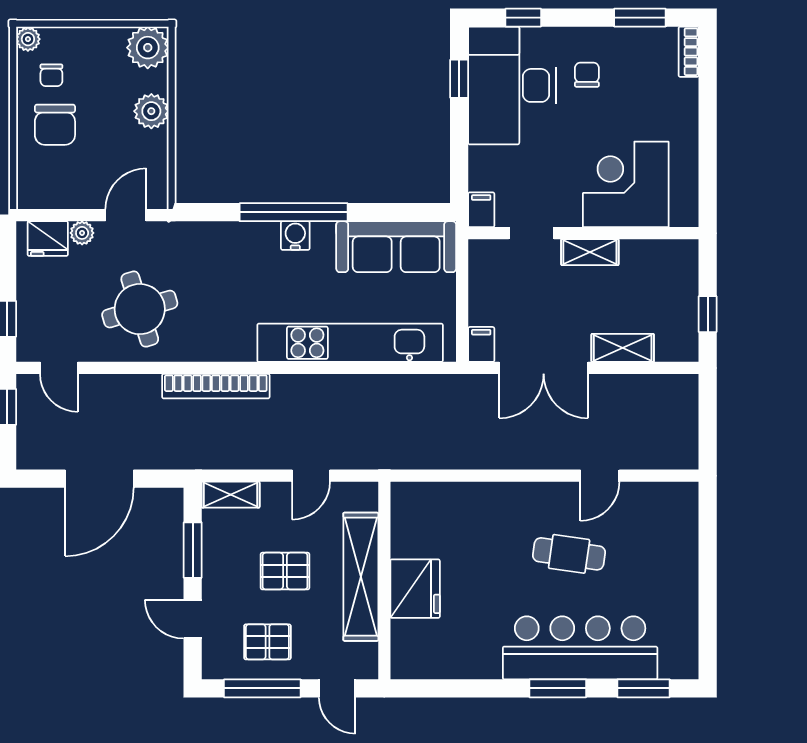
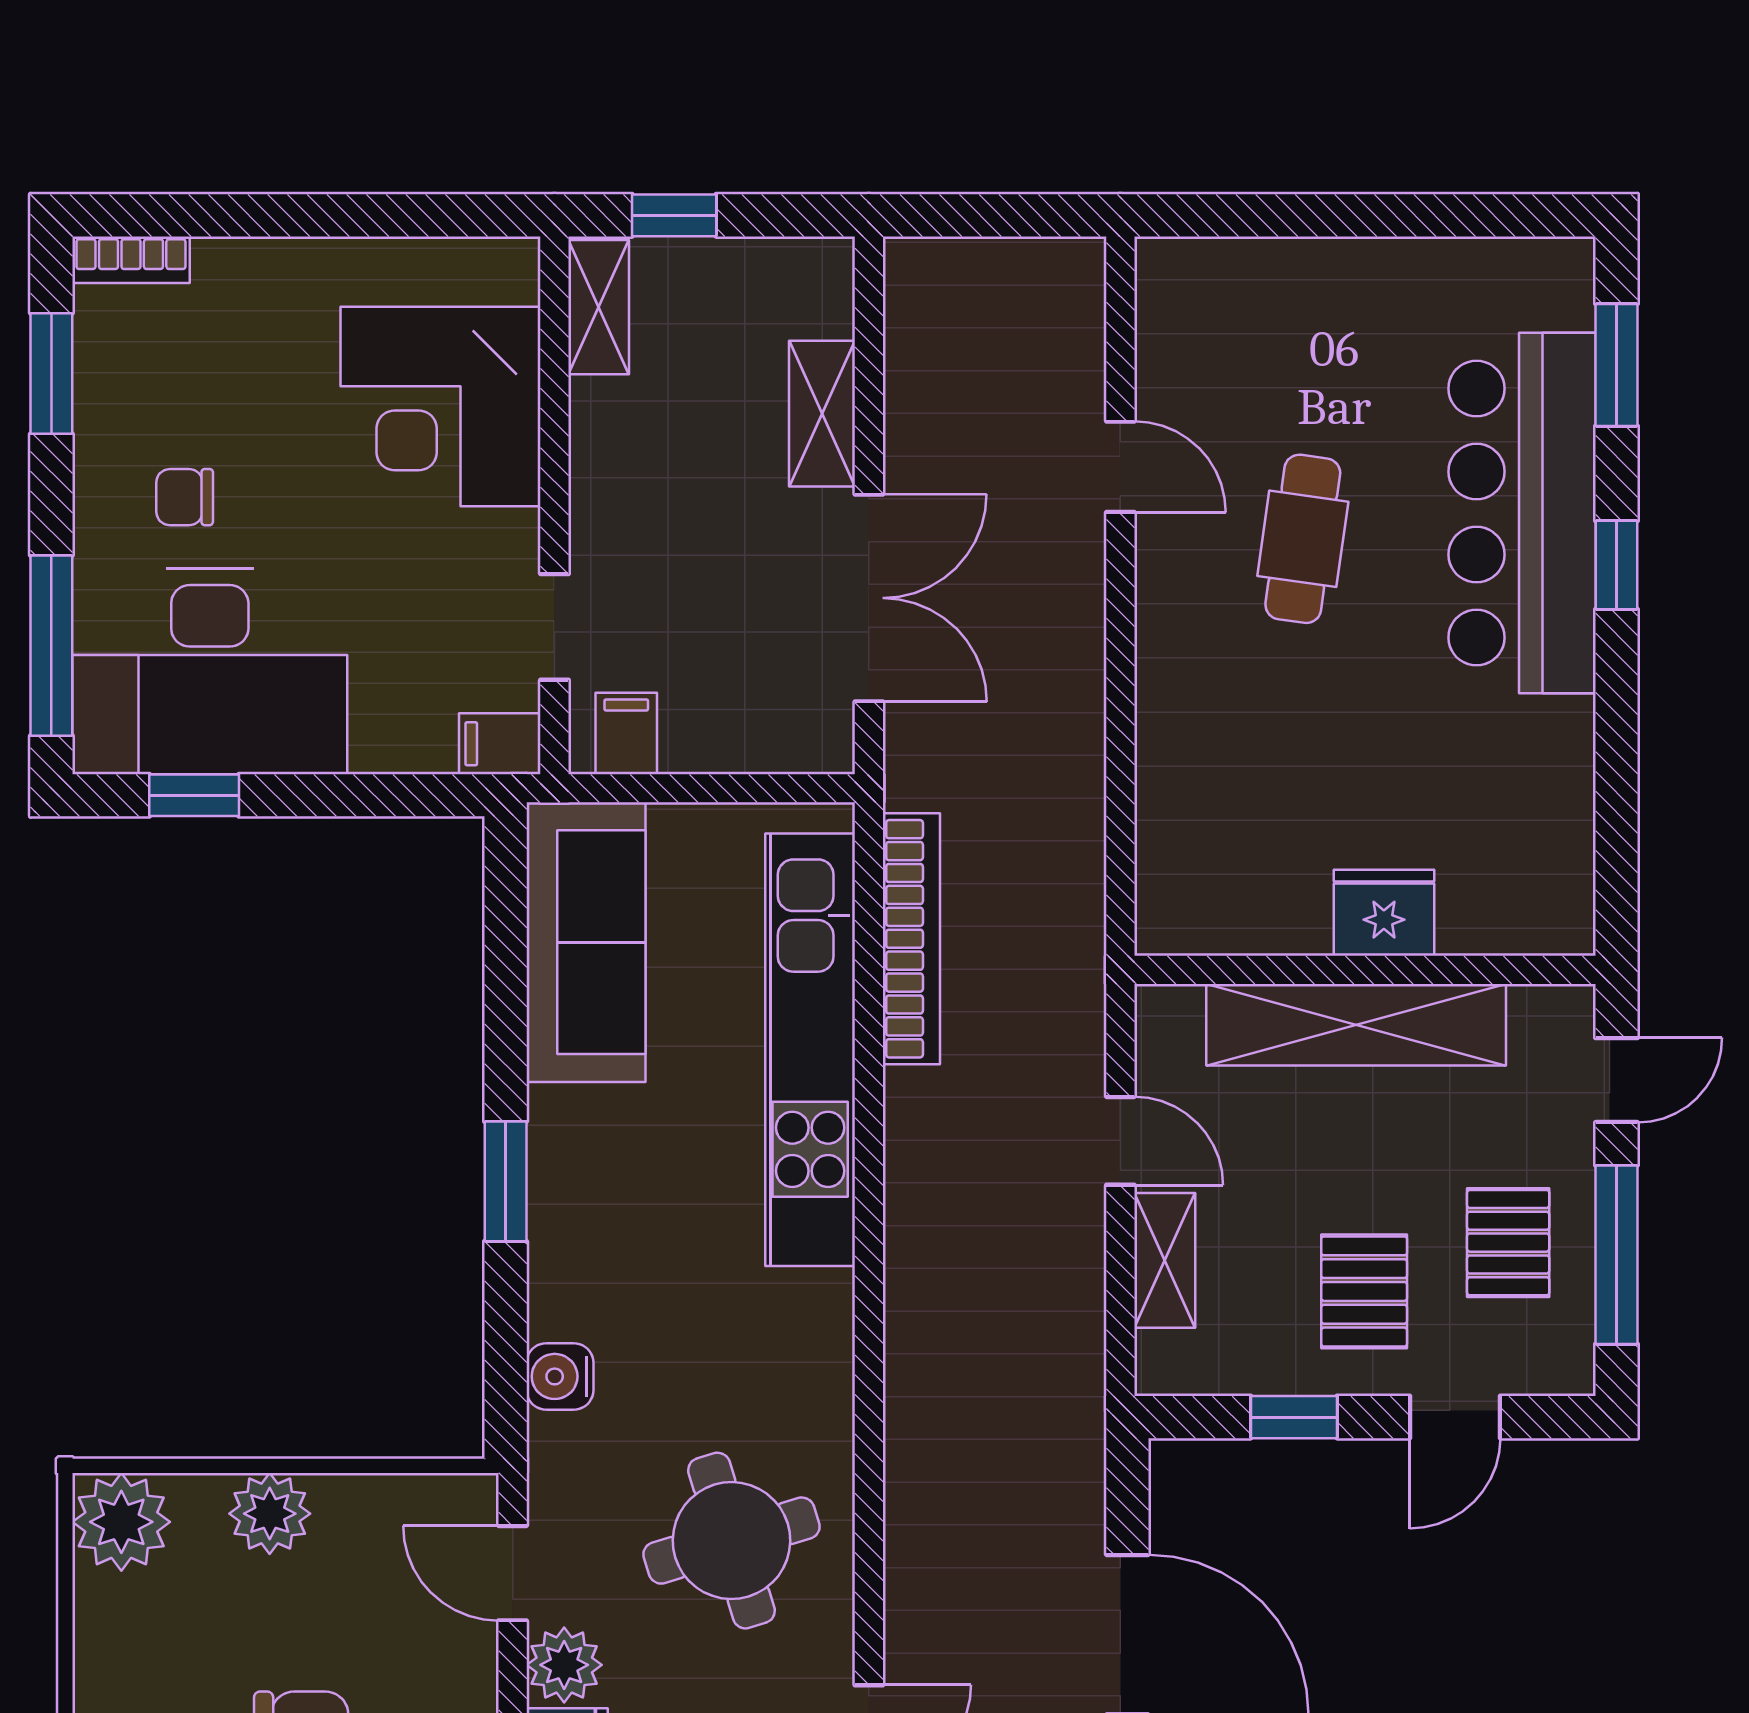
window: (523, 18) -> (51, 646), width x2.17
window: (294, 212) -> (506, 1181), width x0.47
plant: (82, 233) -> (564, 1665), width x1.38, depth x1.38
water cooler: (295, 236) -> (560, 1376), moved
shelving: (590, 252) -> (599, 307), moved
window: (708, 314) -> (674, 215), moved
filing cabinet: (481, 344) -> (626, 734), moved, turned 90
bookcase: (216, 386) -> (911, 939), moved
shelving: (231, 495) -> (1165, 1260), moved
window: (193, 550) -> (1294, 1417), width x0.67
pallet: (285, 571) -> (1364, 1291), moved
fridge: (415, 589) -> (1384, 913), width x0.73, depth x0.75
window: (558, 688) -> (1616, 565), width x0.67

